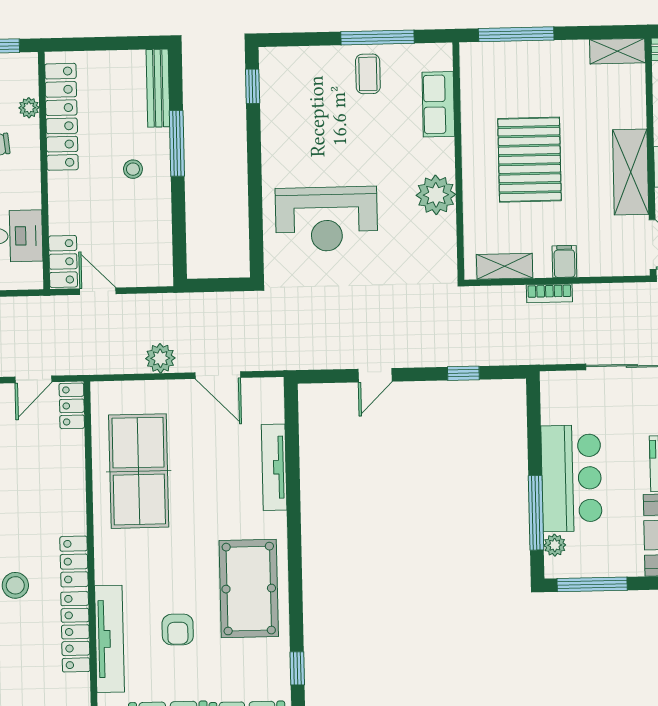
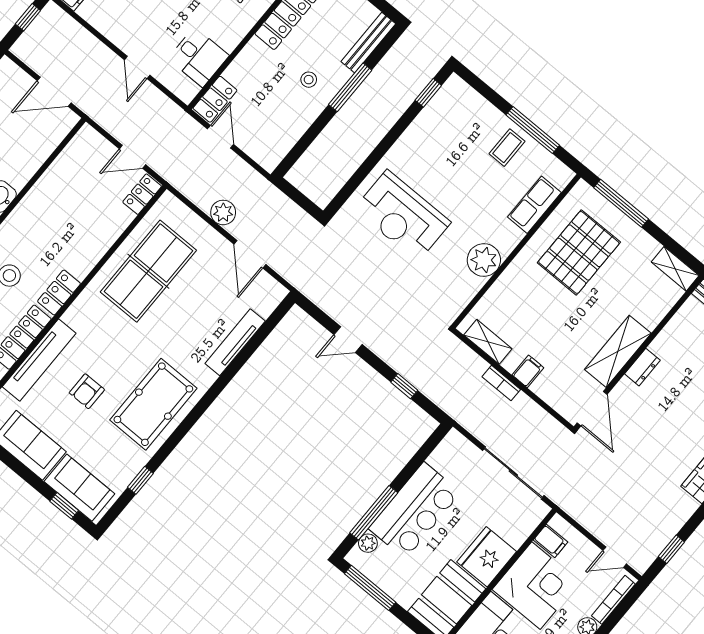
pallet: (530, 160) -> (579, 252), moved

